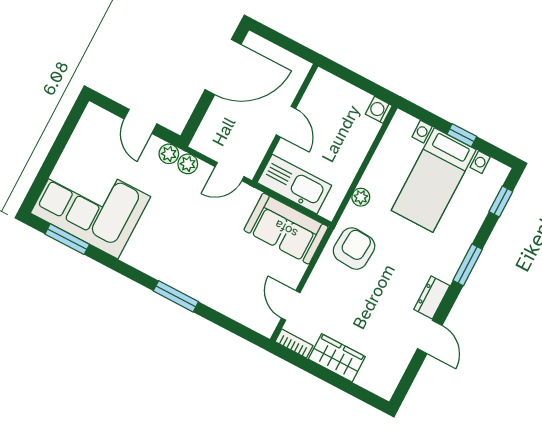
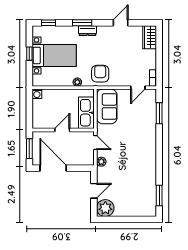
window: (283, 42) -> (29, 149), added
plant: (169, 154) -> (105, 208), moved, width x1.87, depth x1.87
corner sofa: (91, 205) -> (140, 193), removed
armchair: (354, 249) -> (100, 74), turned 86
window: (176, 296) -> (159, 113), moved
dresser: (432, 298) -> (88, 31), moved
wardrobe: (337, 358) -> (150, 37), moved

